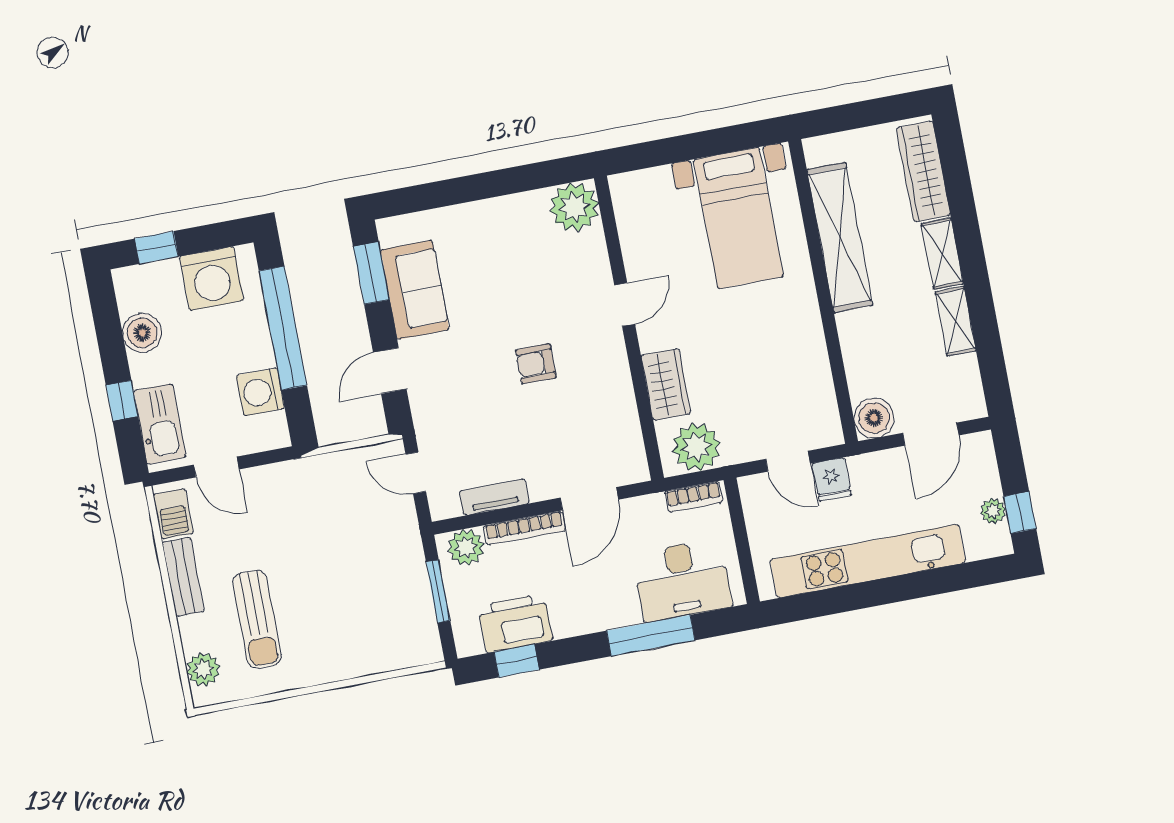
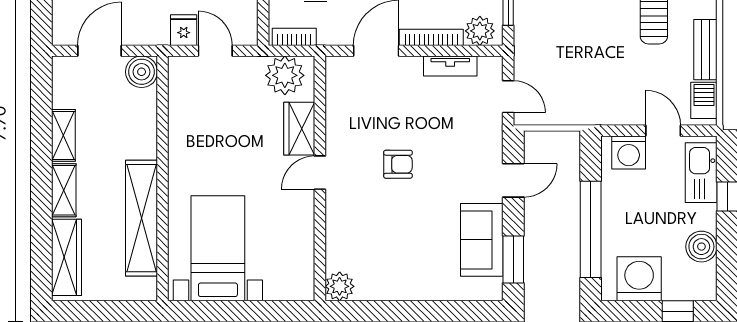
plant: (574, 207) -> (340, 286), width x0.73, depth x0.73
door: (625, 304) -> (320, 173), moved
washing machine: (260, 392) -> (629, 152), moved, turned 90

